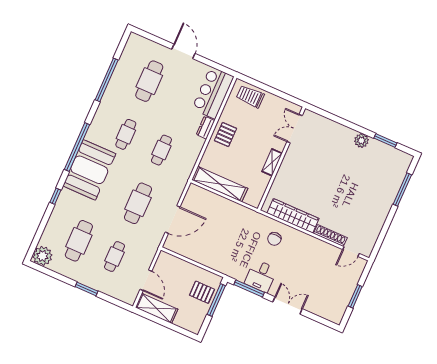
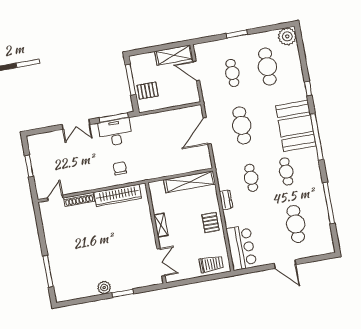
dresser: (206, 128) -> (226, 200), moved
window: (385, 140) -> (123, 293), moved
desk: (261, 276) -> (115, 132), width x1.37
window: (216, 300) -> (131, 80), moved

